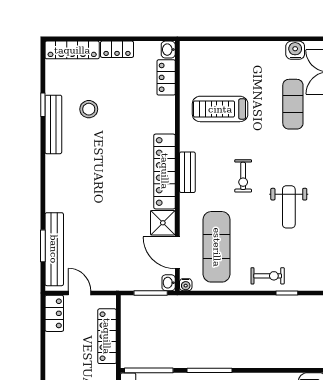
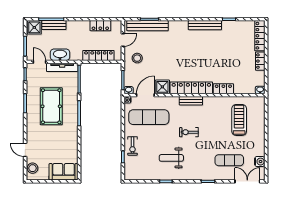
locker: (166, 77) -> (223, 89), moved
stool: (89, 109) -> (137, 58), moved
treadmill: (220, 109) -> (239, 120), moved
bench: (53, 124) -> (205, 25), moved
locker: (54, 313) -> (100, 26), moved

